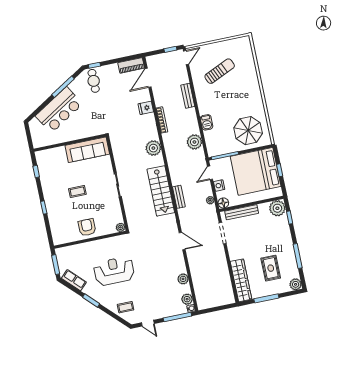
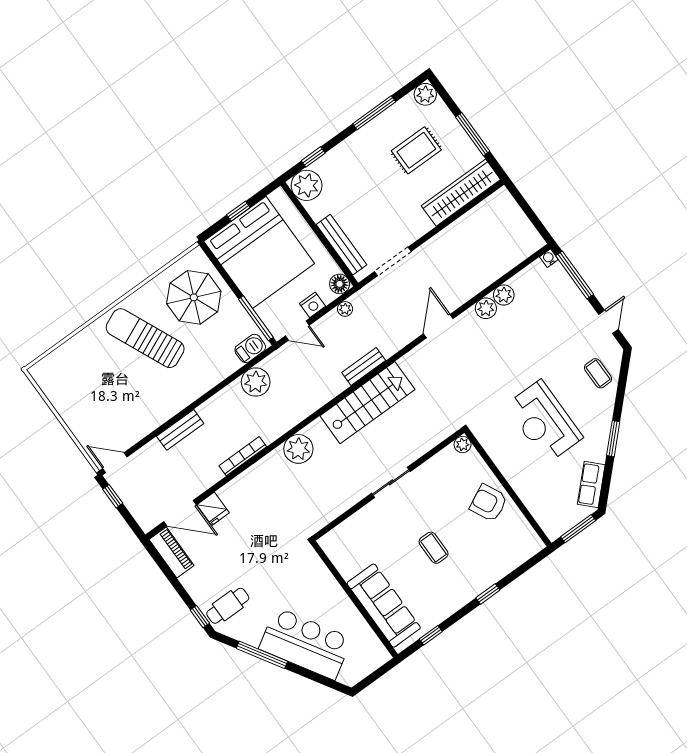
sun lounger: (220, 71) -> (145, 338), moved, width x1.36, depth x1.34
fridge: (146, 108) -> (213, 509), moved
barbecue: (207, 122) -> (250, 348), moved
sofa: (87, 150) -> (384, 606), moved
armchair: (87, 227) -> (489, 503), turned 64
plant: (187, 299) -> (486, 308), moved

